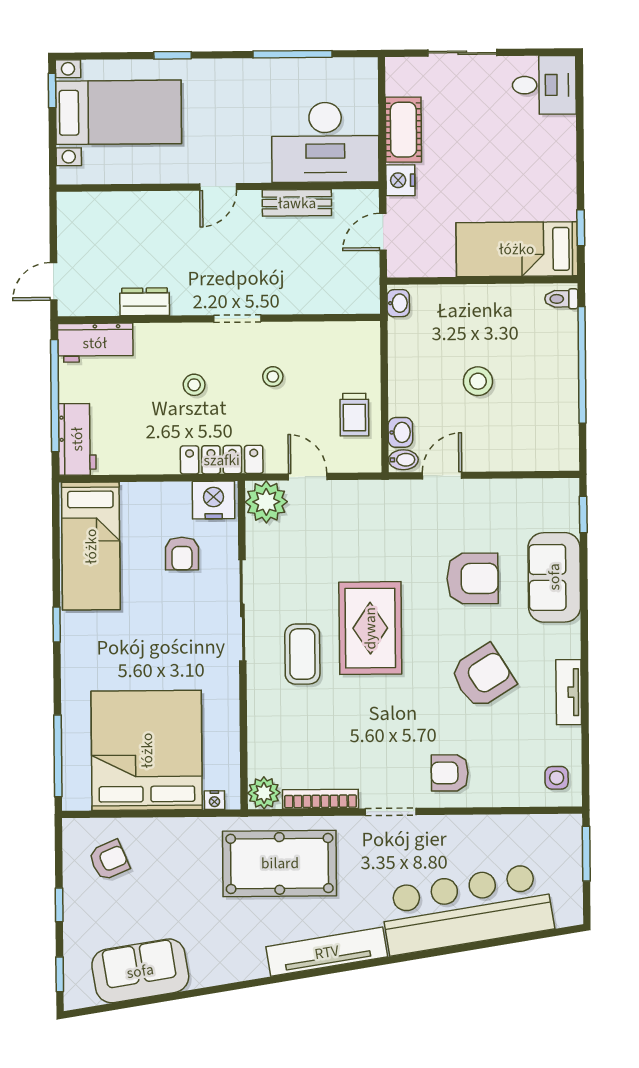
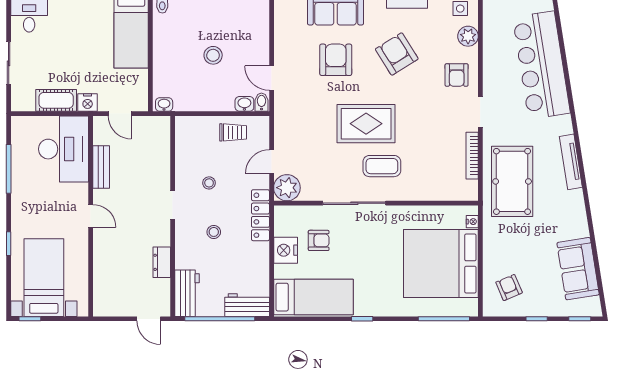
nightstand: (214, 500) -> (286, 250), moved
plant: (264, 793) -> (468, 36), moved
tv unit: (327, 952) -> (571, 162), width x0.73, depth x0.78

